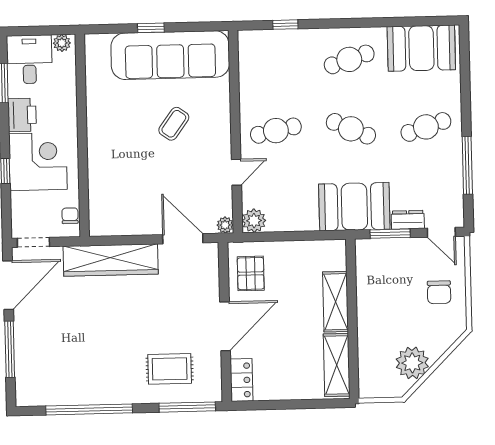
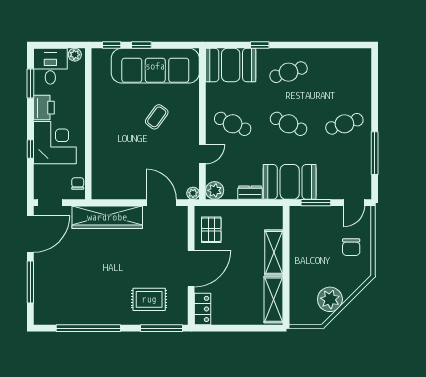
window: (285, 25) -> (260, 45), moved
window: (111, 29) -> (112, 45), added
booth: (421, 48) -> (231, 65), moved
cafe table: (276, 131) -> (233, 124), turned 36
dresser: (408, 220) -> (250, 193), moved
door: (441, 232) -> (354, 203), hinge flipped

